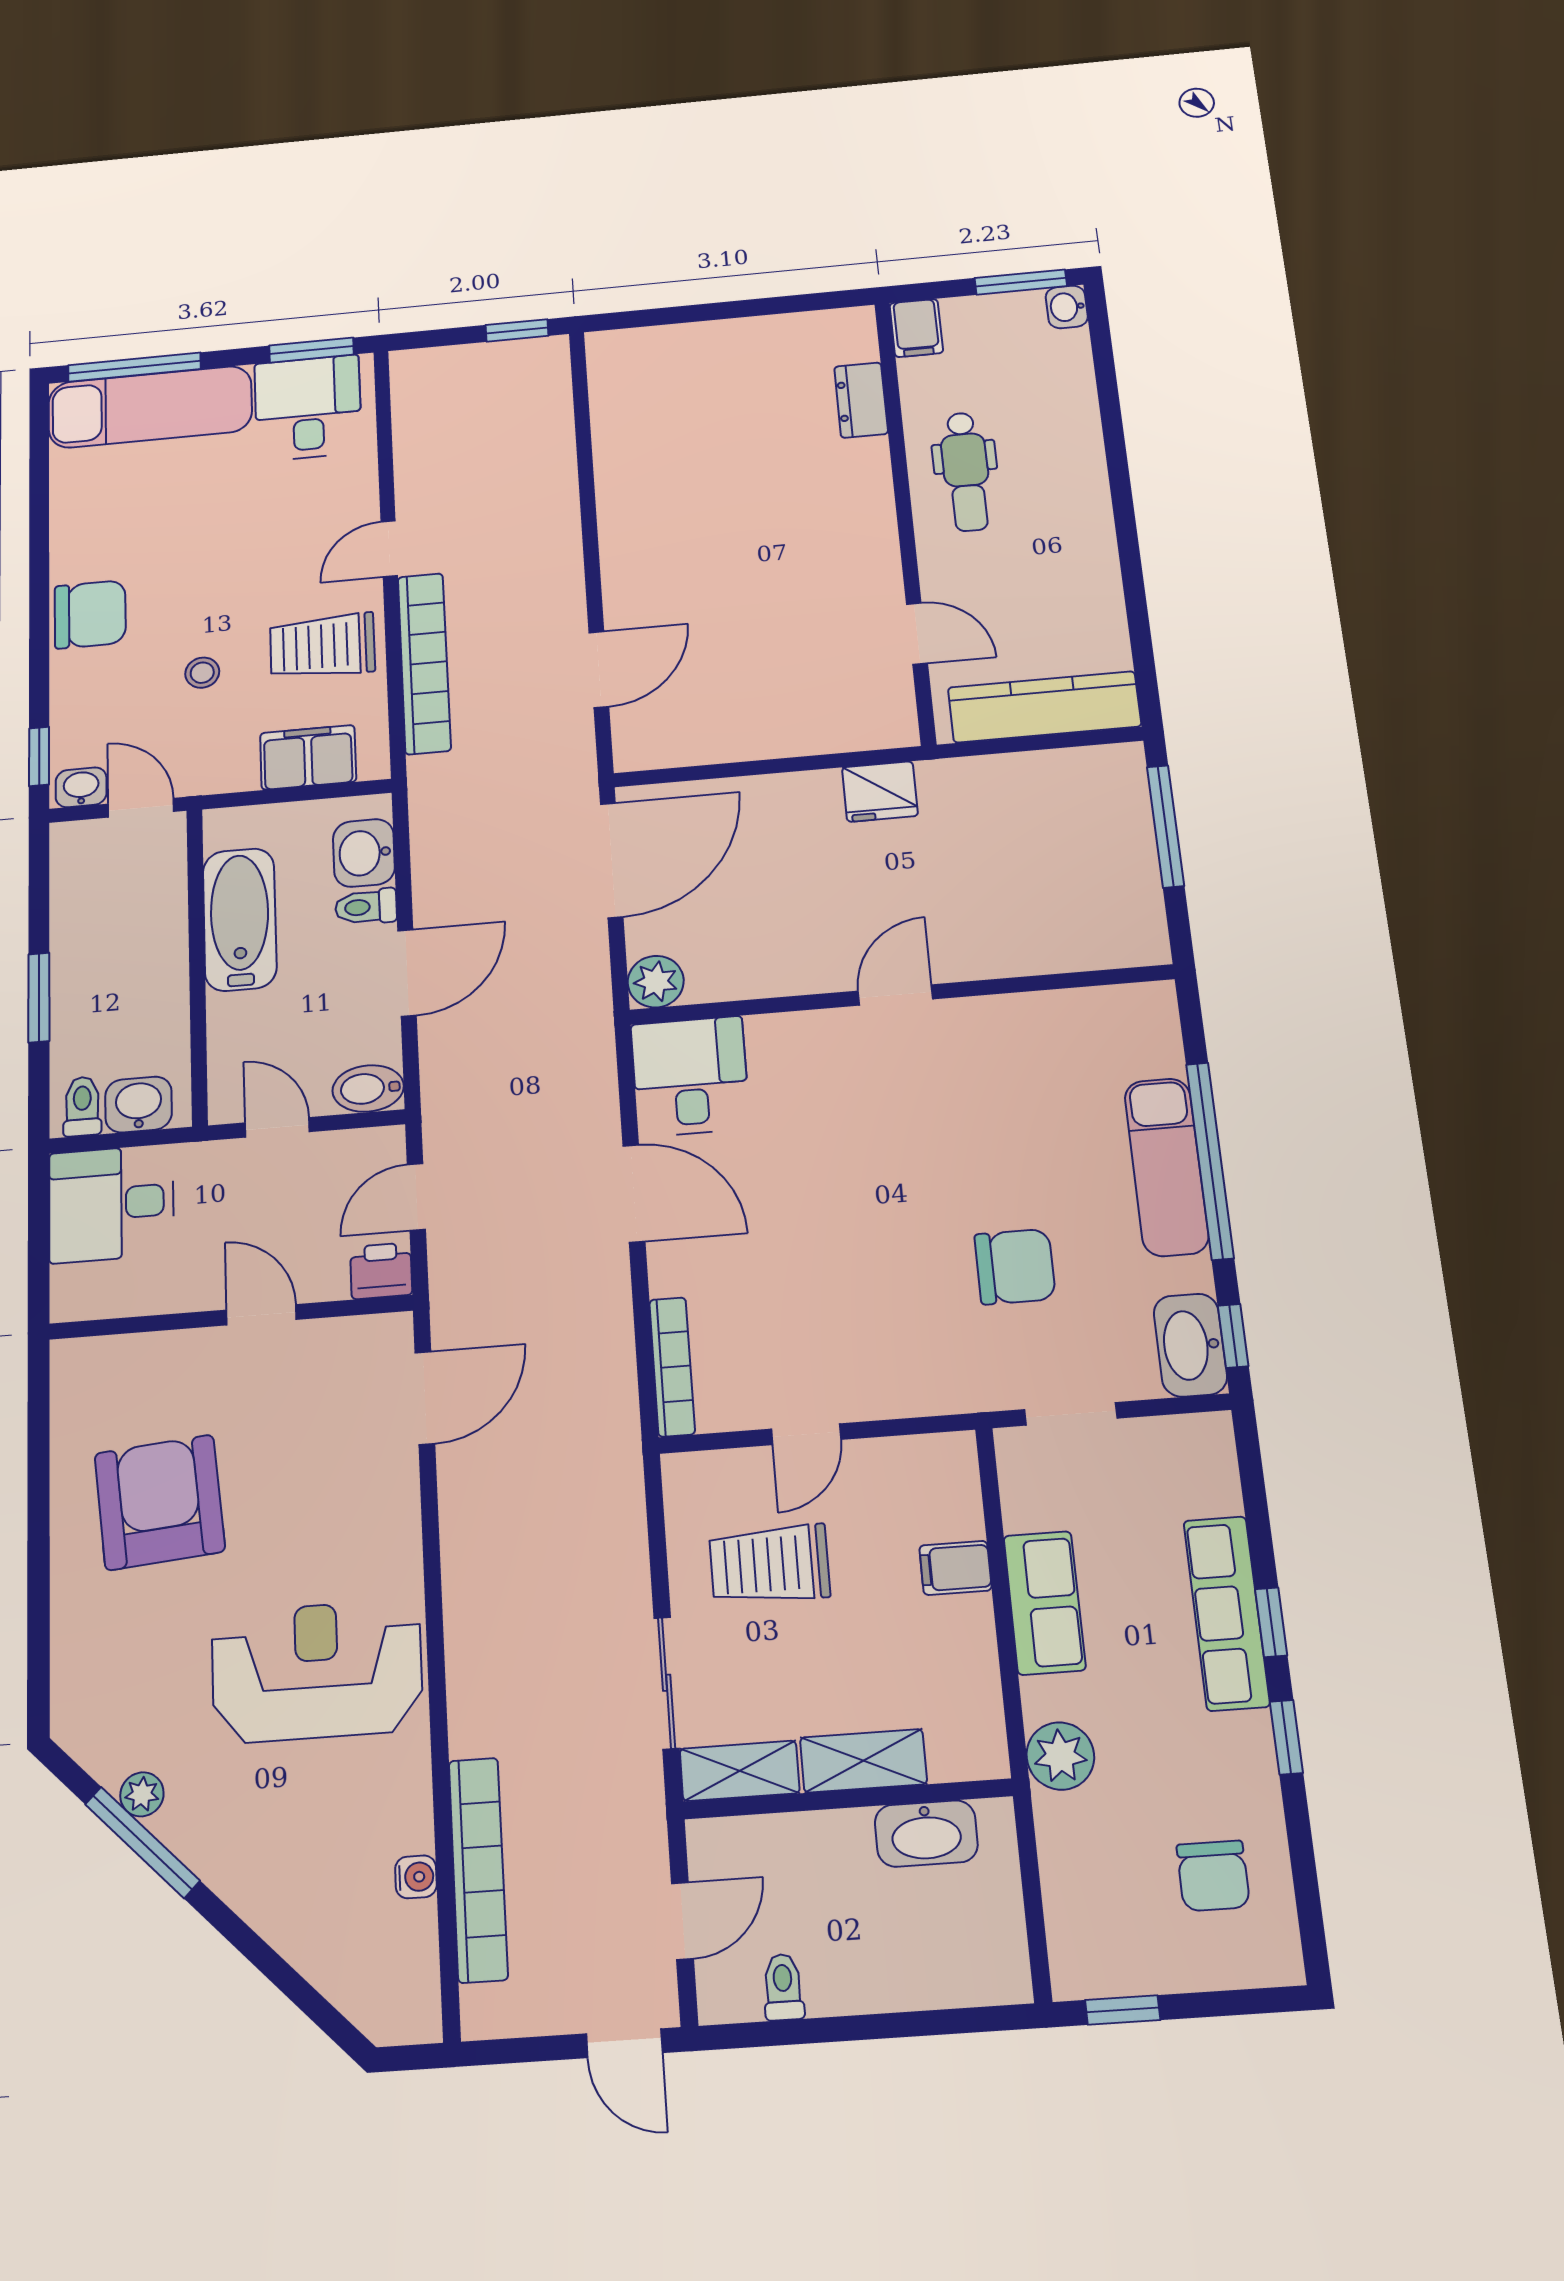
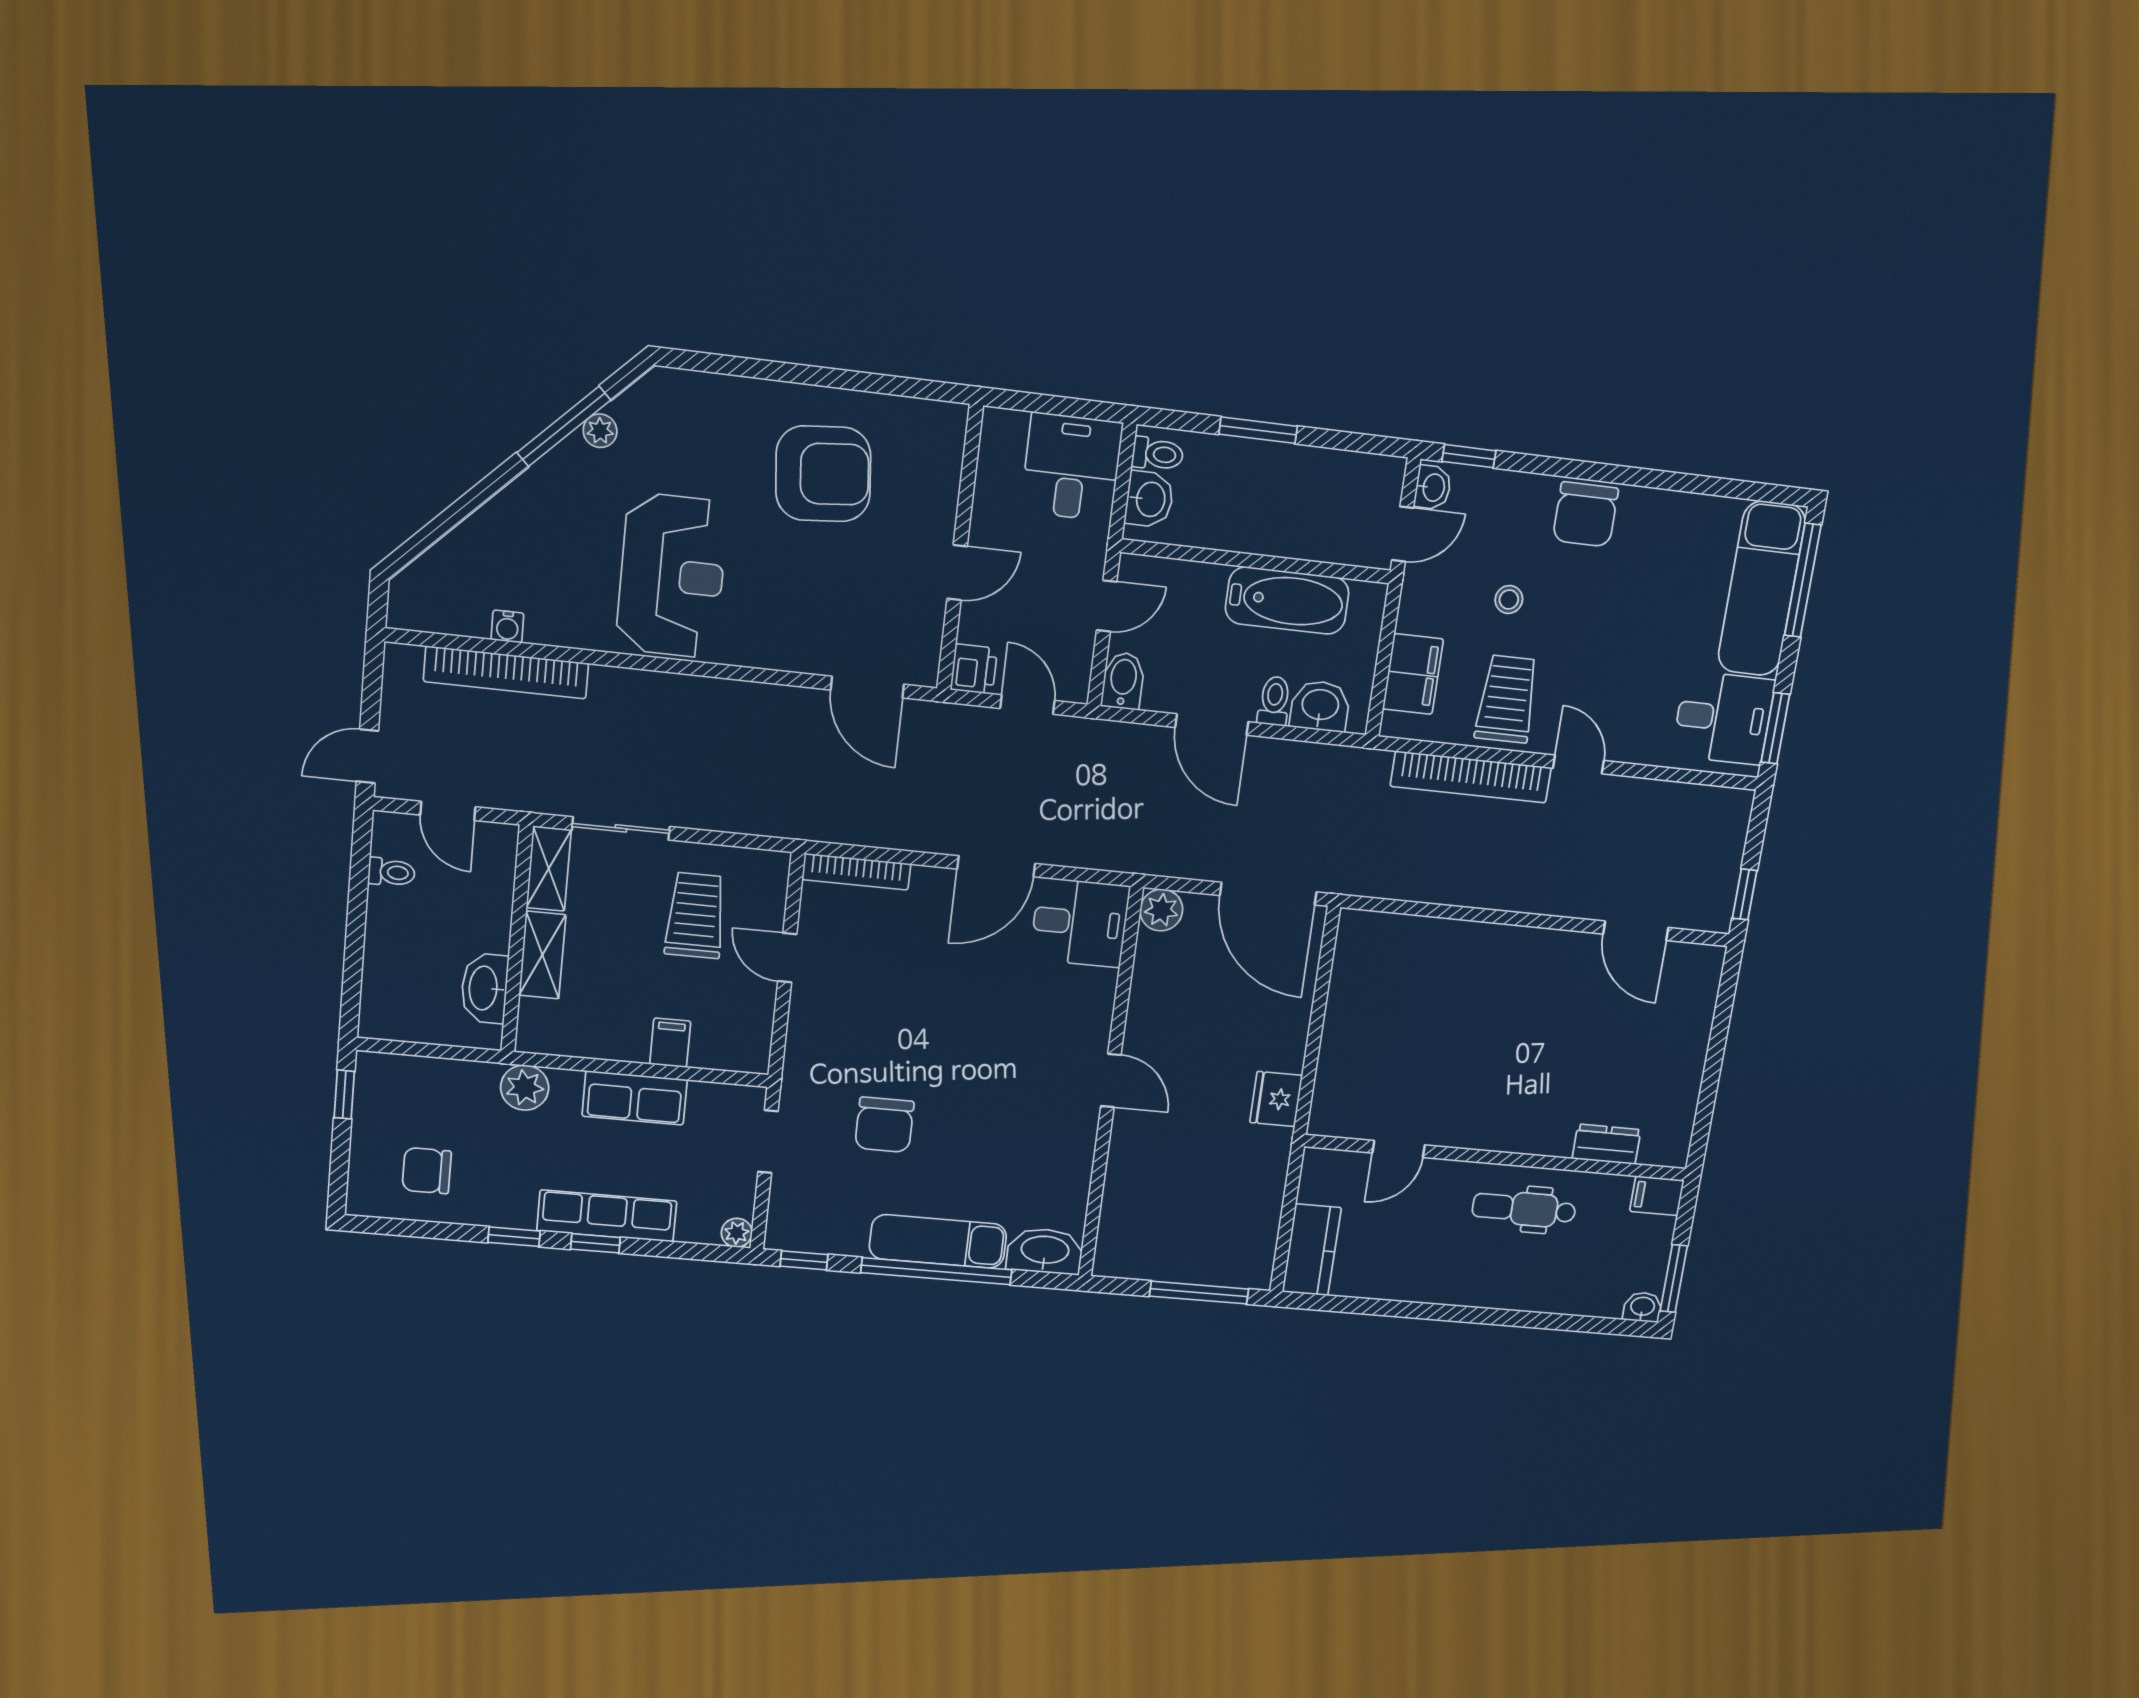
door: (599, 669) -> (1636, 931), moved
kitchen counter: (1044, 707) -> (1312, 1250), width x0.67
washbasin: (1190, 1345) -> (1045, 1251), moved
plant: (1213, 1432) -> (737, 1233), added

